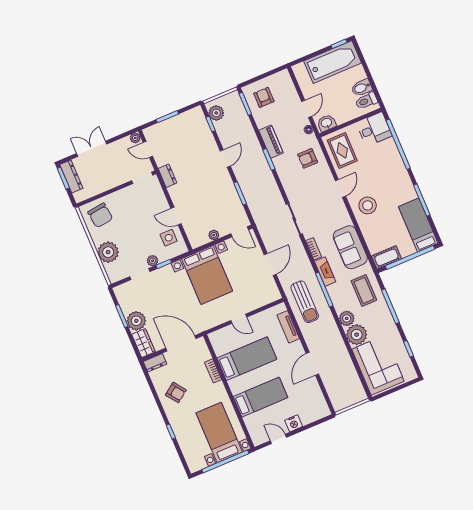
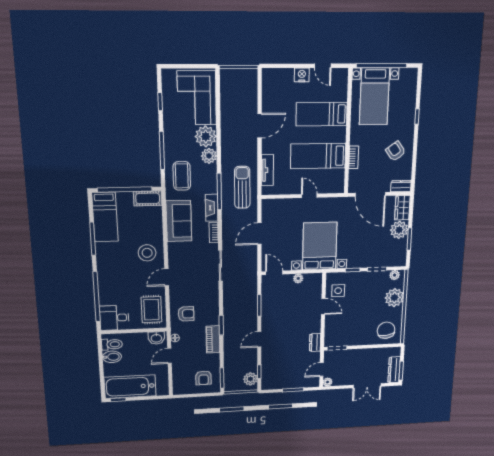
door: (148, 149) -> (322, 369), swing flipped
plant: (153, 261) -> (395, 275), moved

